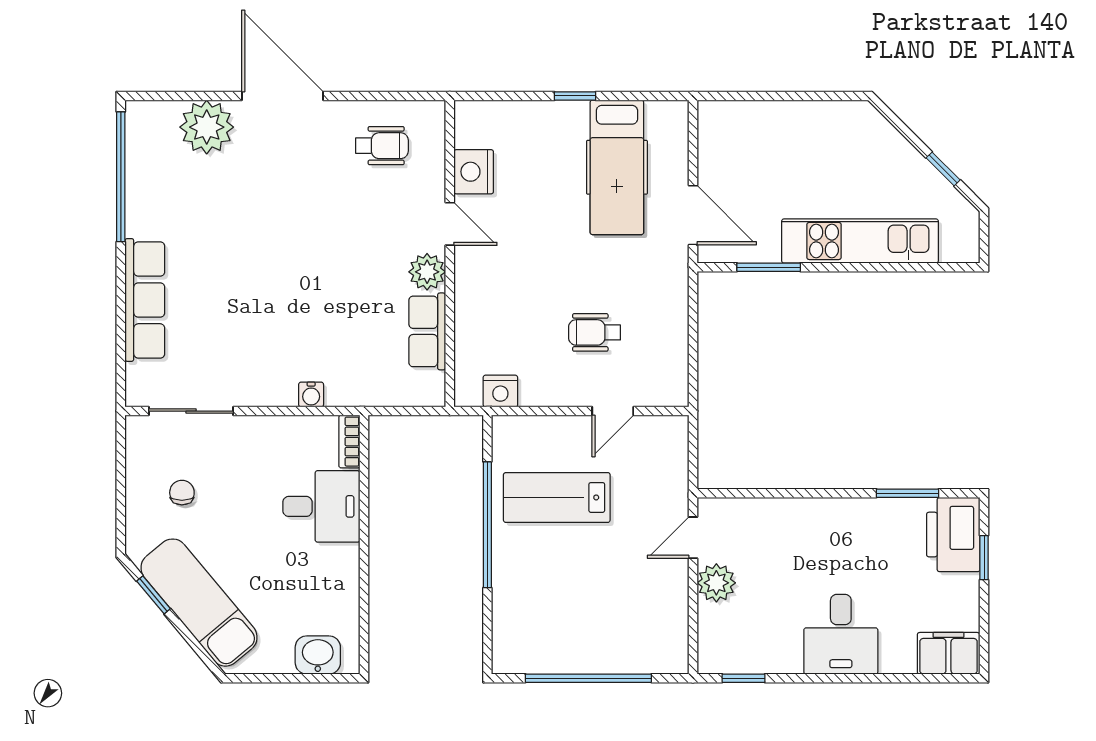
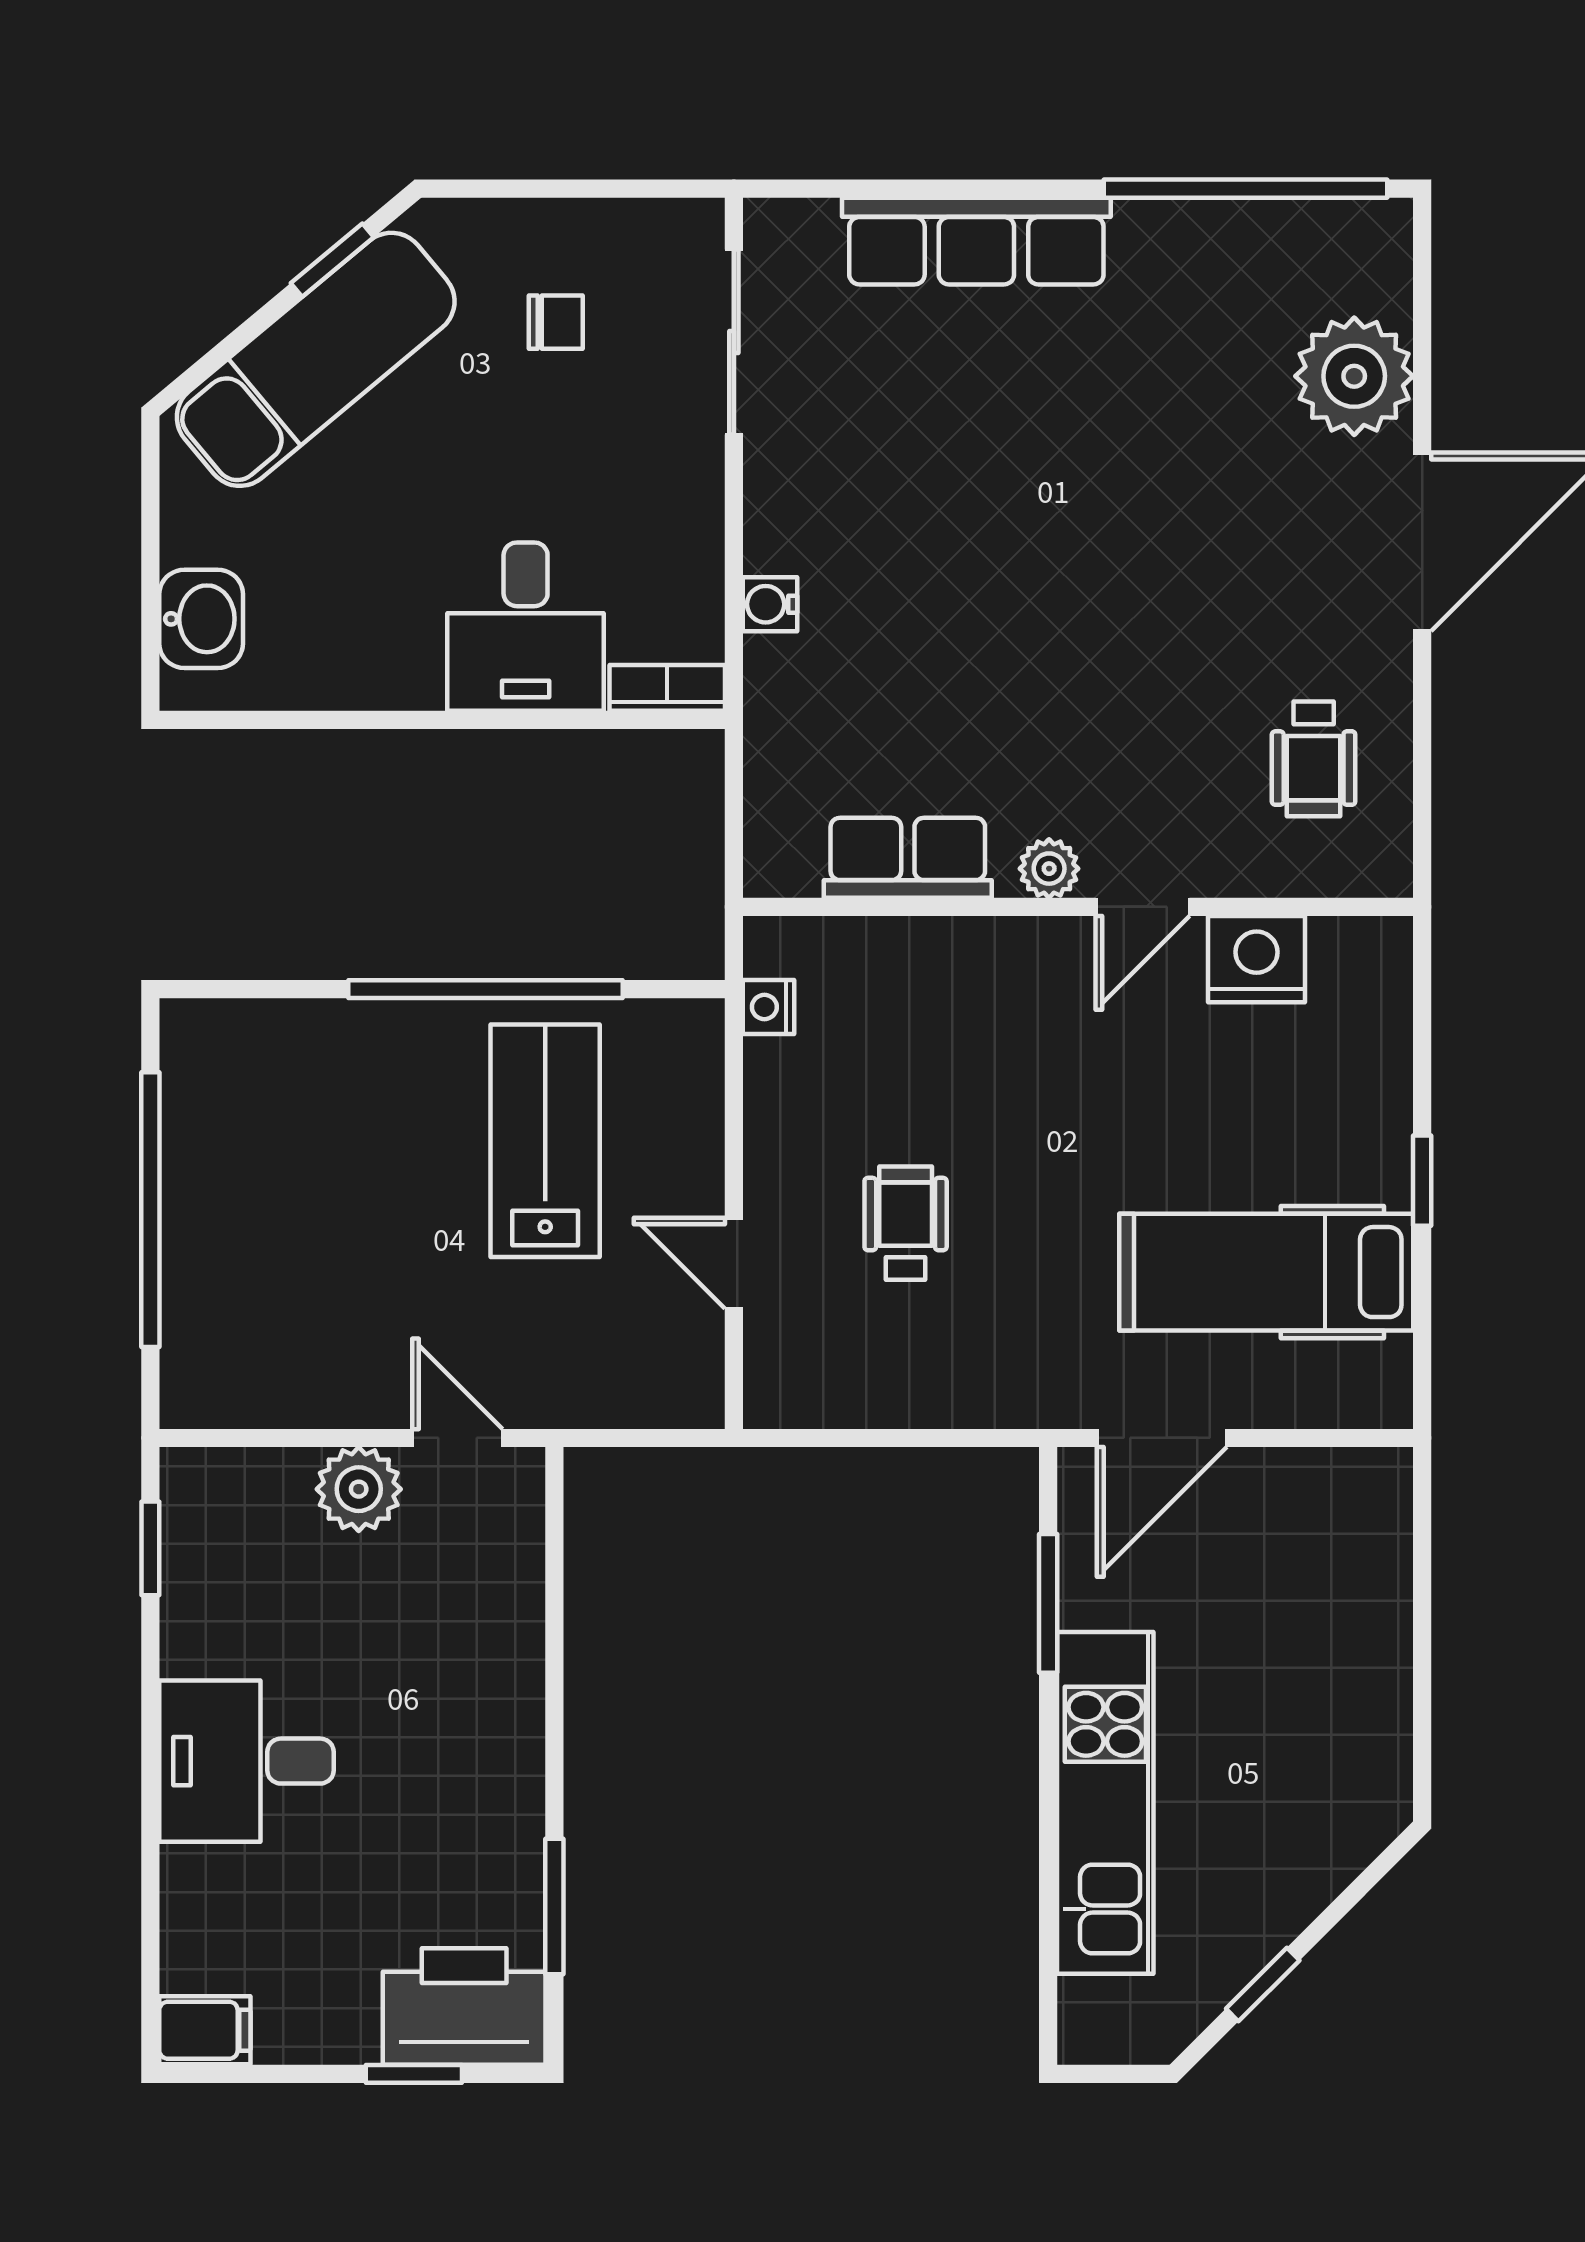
plant: (427, 272) -> (1049, 869), width x0.73, depth x0.73
nightstand: (500, 391) -> (768, 1007), width x0.72, depth x0.74
filing cabinet: (948, 653) -> (205, 2030), width x0.50

